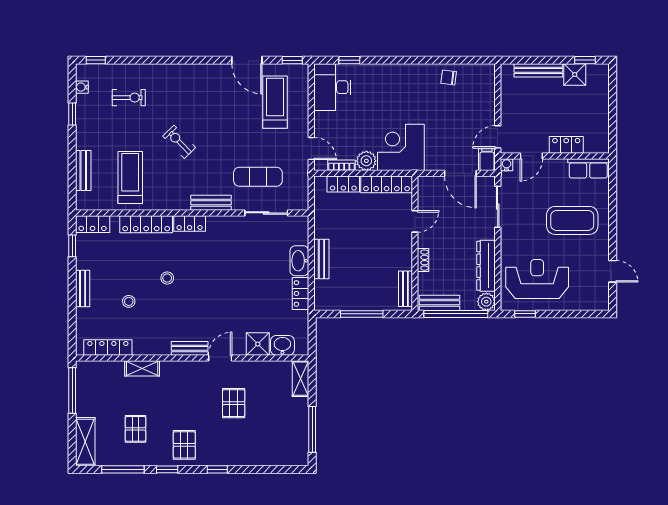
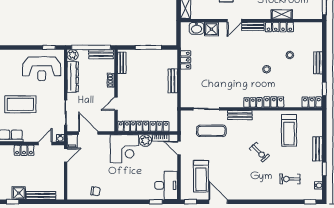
bench: (83, 170) -> (318, 149), moved
locker: (146, 224) -> (274, 102), width x0.66
washbasin: (299, 261) -> (186, 80), removed
locker: (108, 347) -> (279, 27), moved

